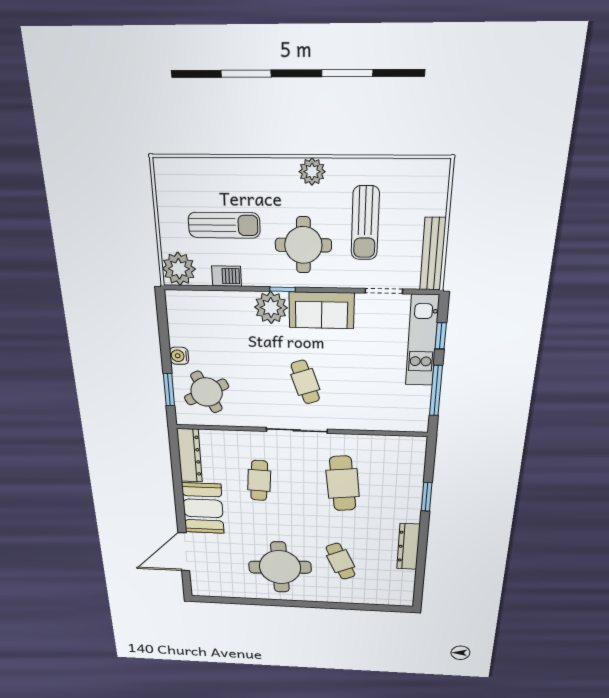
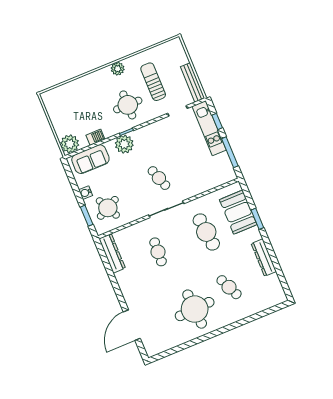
sun lounger: (365, 223) -> (153, 82), turned 180
sun lounger: (224, 225) -> (85, 112), removed
sofa: (322, 310) -> (90, 159), moved
booth: (203, 508) -> (238, 212), moved

